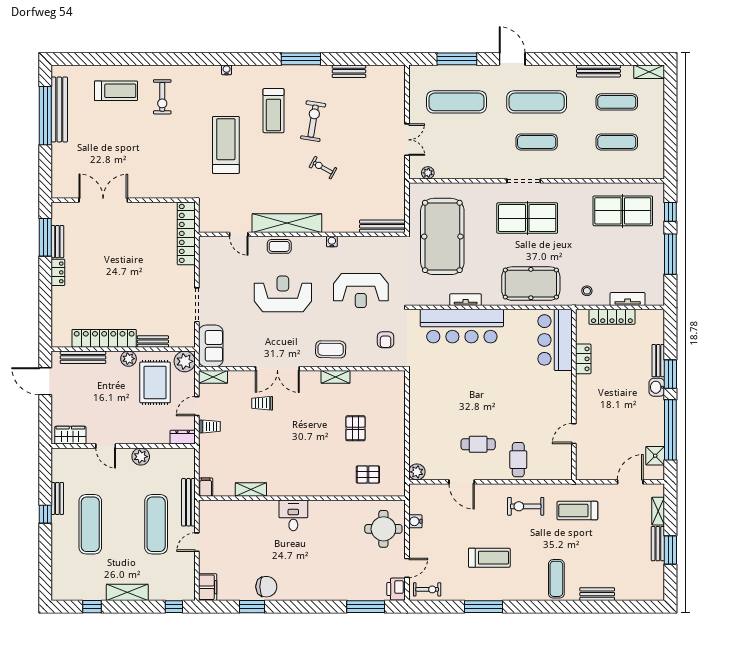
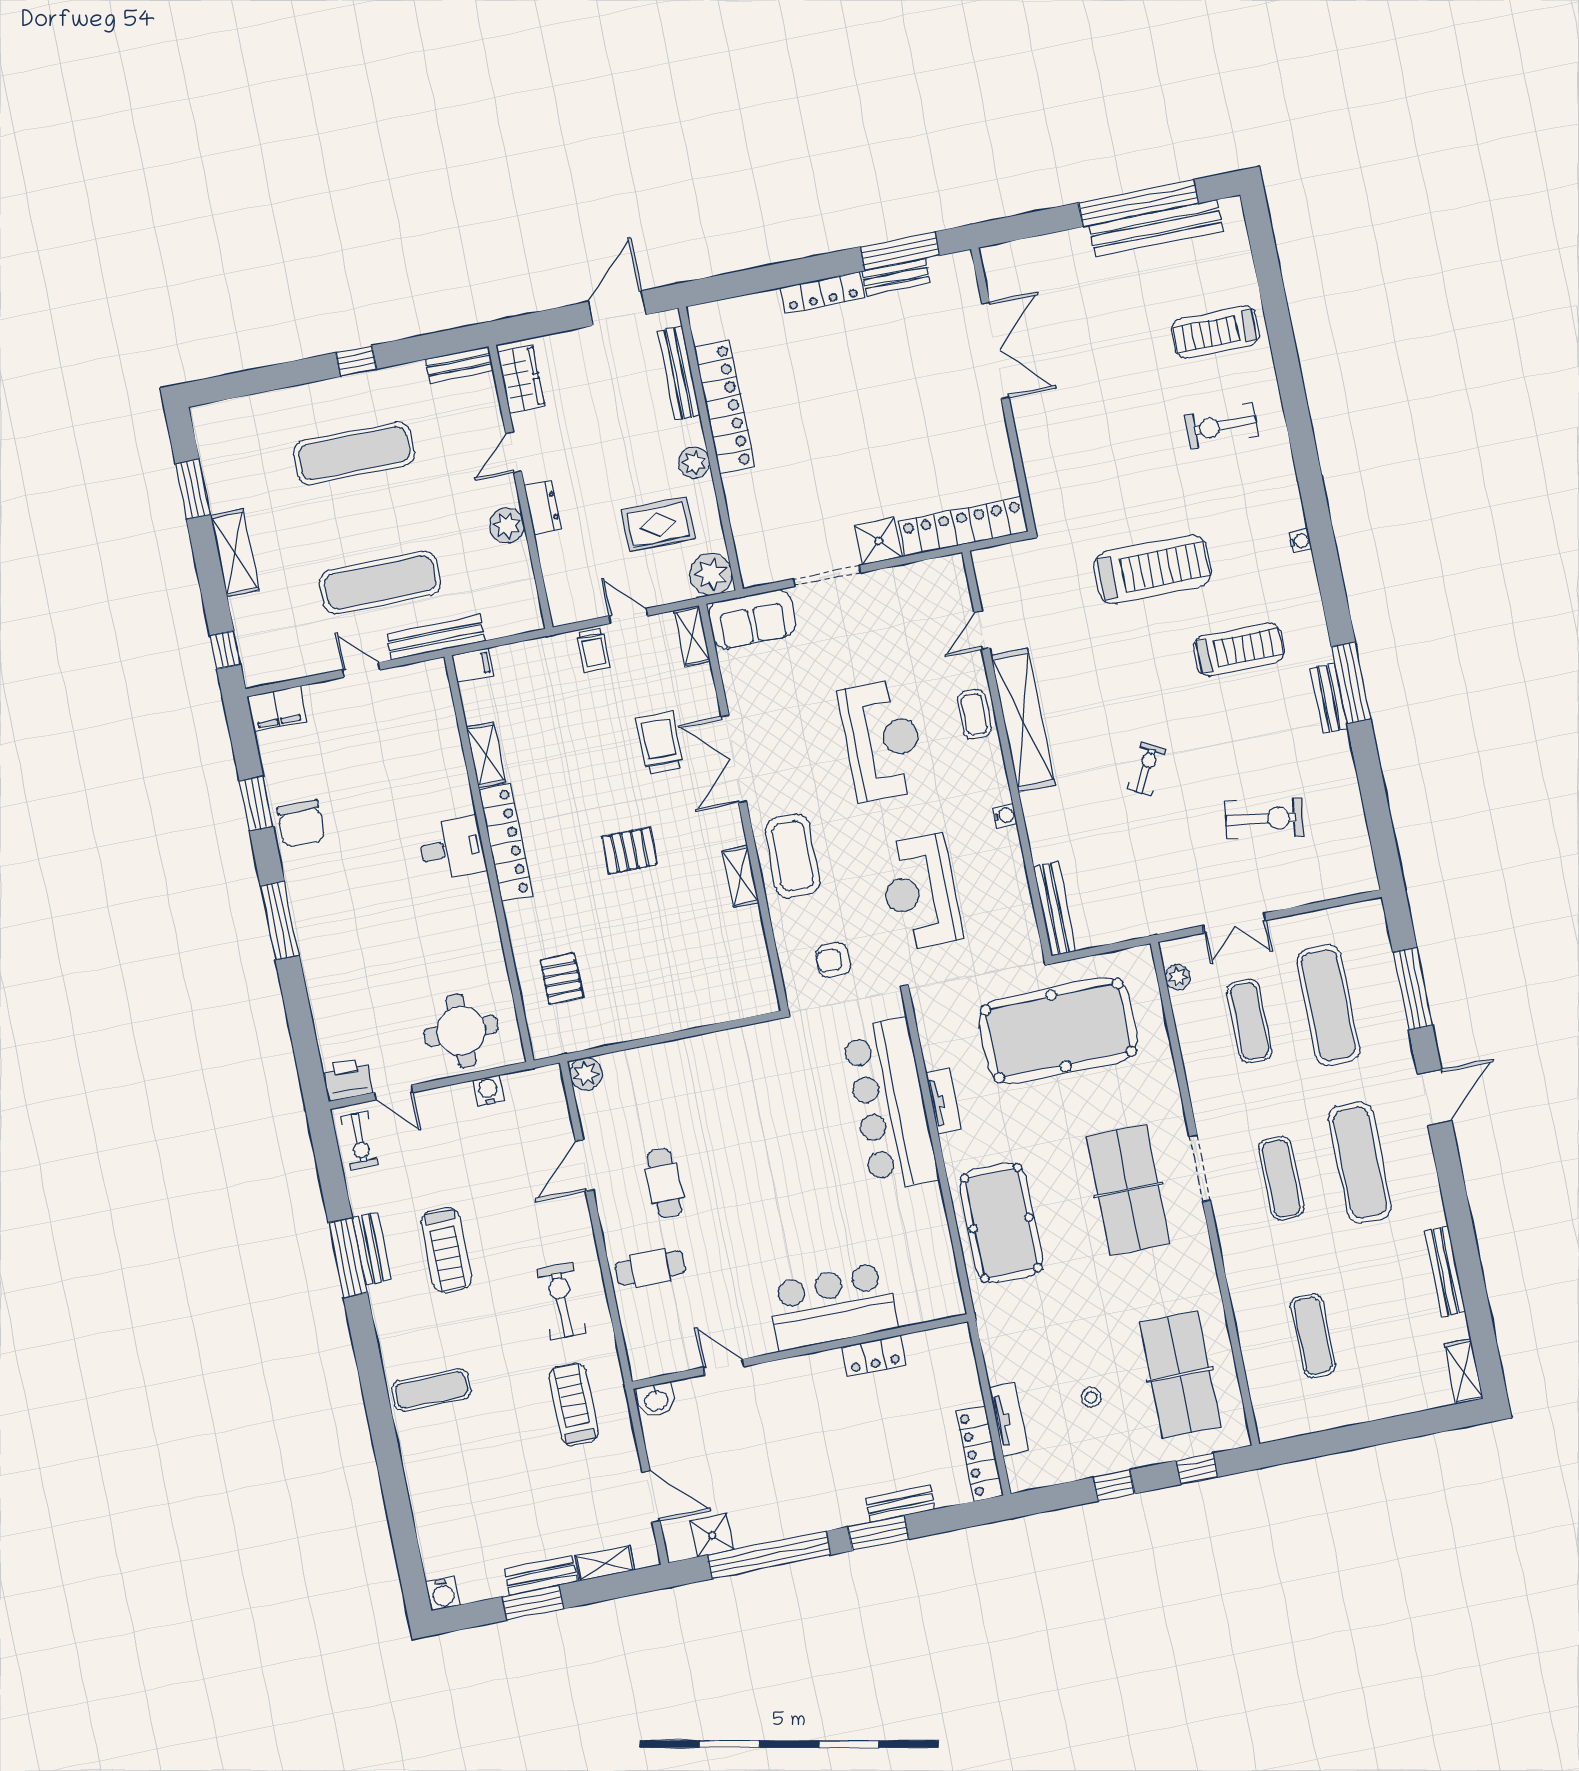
bench: (349, 71) -> (1329, 699), moved
treadmill: (116, 91) -> (1215, 332), turned 90
exercise mat: (617, 102) -> (1250, 1021), moved
treadmill: (273, 111) -> (1239, 649), turned 180
exercise bike: (313, 121) -> (1265, 818), moved
window: (670, 254) -> (1114, 1485), width x0.46
locker: (58, 272) -> (822, 293), width x1.53
shower: (185, 276) -> (879, 541), added
stool: (587, 291) -> (1091, 1397), moved
locker: (612, 317) -> (979, 1454), moved
bar counter: (555, 340) -> (833, 1306), moved
bench: (153, 341) -> (738, 504), removed
coffee table: (331, 349) -> (793, 856), width x1.36, depth x1.32
rug: (155, 382) -> (658, 524), width x0.73, depth x0.70
washbasin: (657, 387) -> (656, 1400), moved, turned 180
trolley: (262, 403) -> (660, 743), width x1.36, depth x1.39
pallet: (356, 428) -> (629, 851), moved
dresser: (183, 437) -> (543, 508), moved
locker: (296, 488) -> (506, 843), added
bench: (57, 498) -> (459, 365), moved
water cooler: (657, 593) -> (443, 1594), added
bench: (597, 594) -> (372, 1249), moved
window: (92, 607) -> (193, 489), width x1.50
window: (366, 607) -> (280, 921), moved

